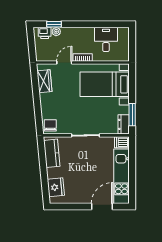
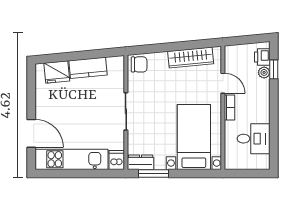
wardrobe: (44, 81) -> (191, 58), width x1.50
kitchen counter: (52, 153) -> (88, 68), moved

